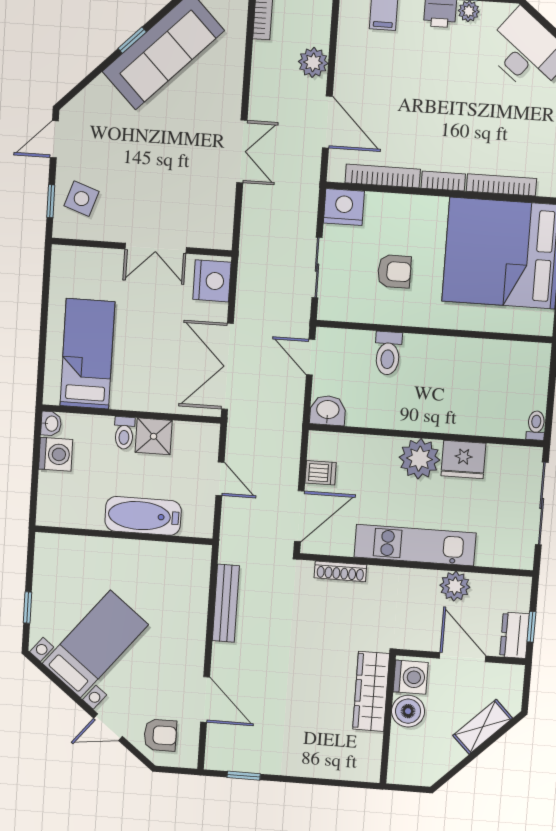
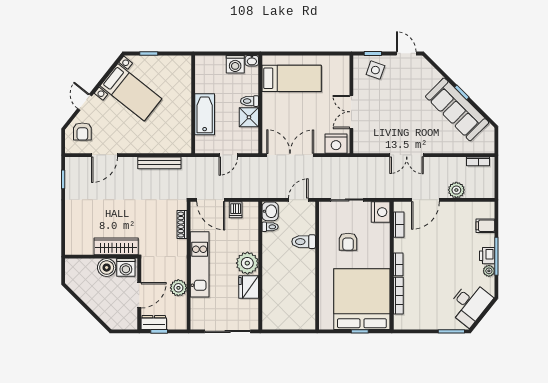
bookcase: (383, 176) -> (399, 225), width x0.64
toilet: (536, 426) -> (270, 227), moved
shelving: (483, 727) -> (101, 309), removed

